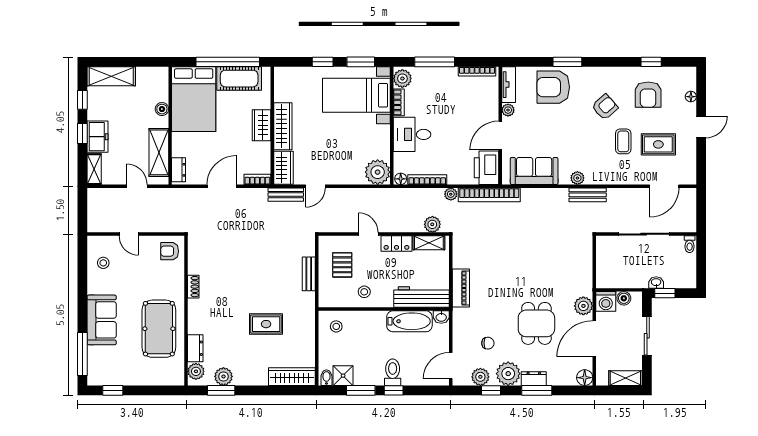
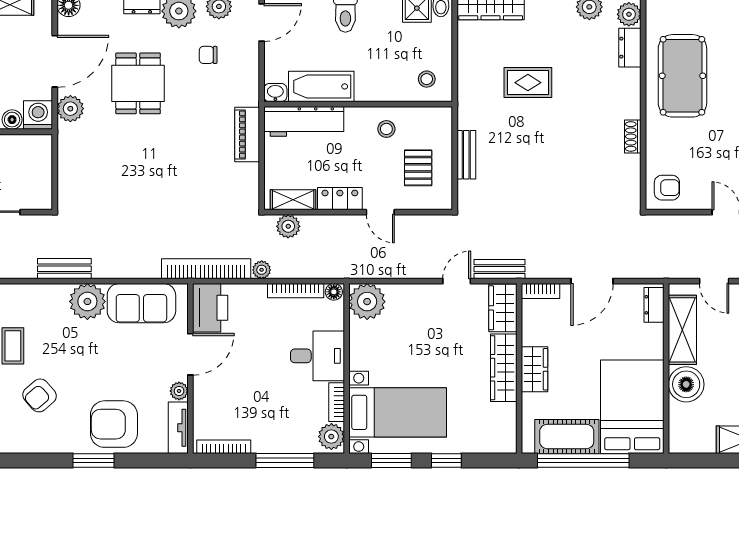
armchair: (553, 87) -> (114, 424), turned 180
boiler: (162, 109) -> (686, 384), width x1.86, depth x1.86
plant: (577, 178) -> (87, 301), width x1.88, depth x1.88

